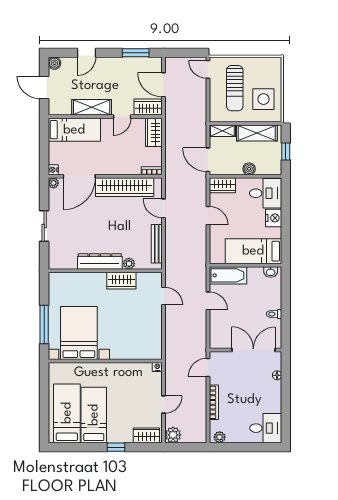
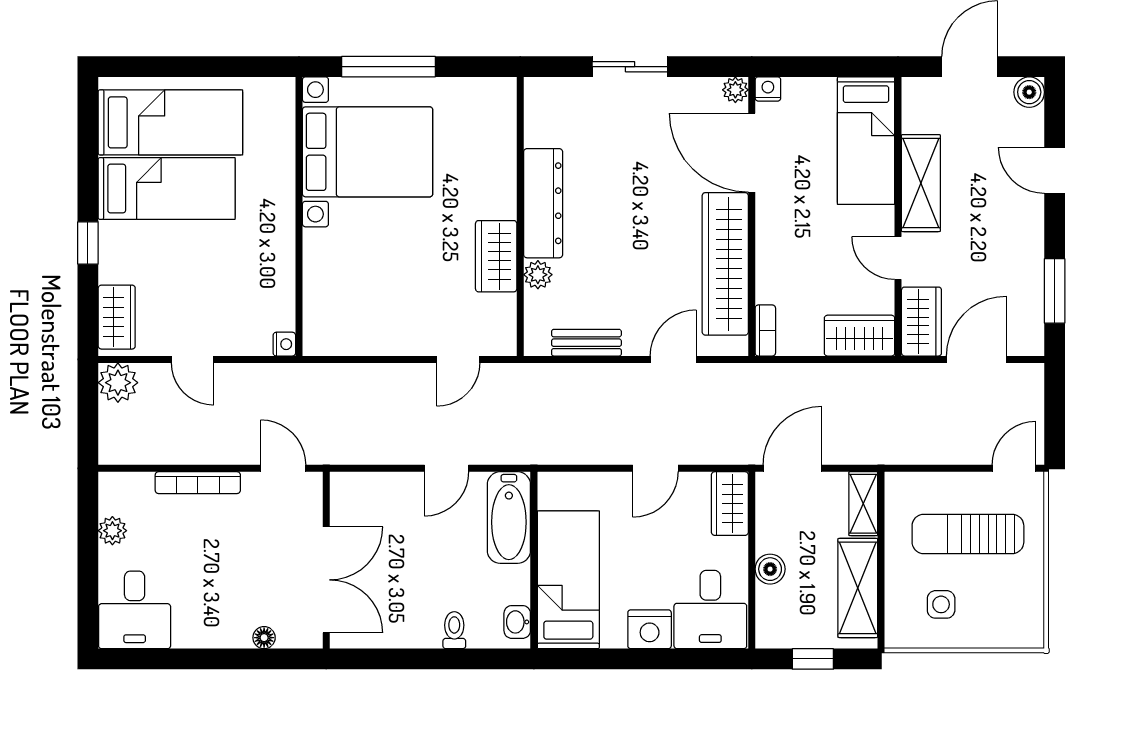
side table: (263, 99) -> (941, 604), width x0.54, depth x0.54
bench: (157, 244) -> (586, 343), width x0.73
toilet: (274, 314) -> (454, 630), moved
plant: (220, 437) -> (112, 531), moved

